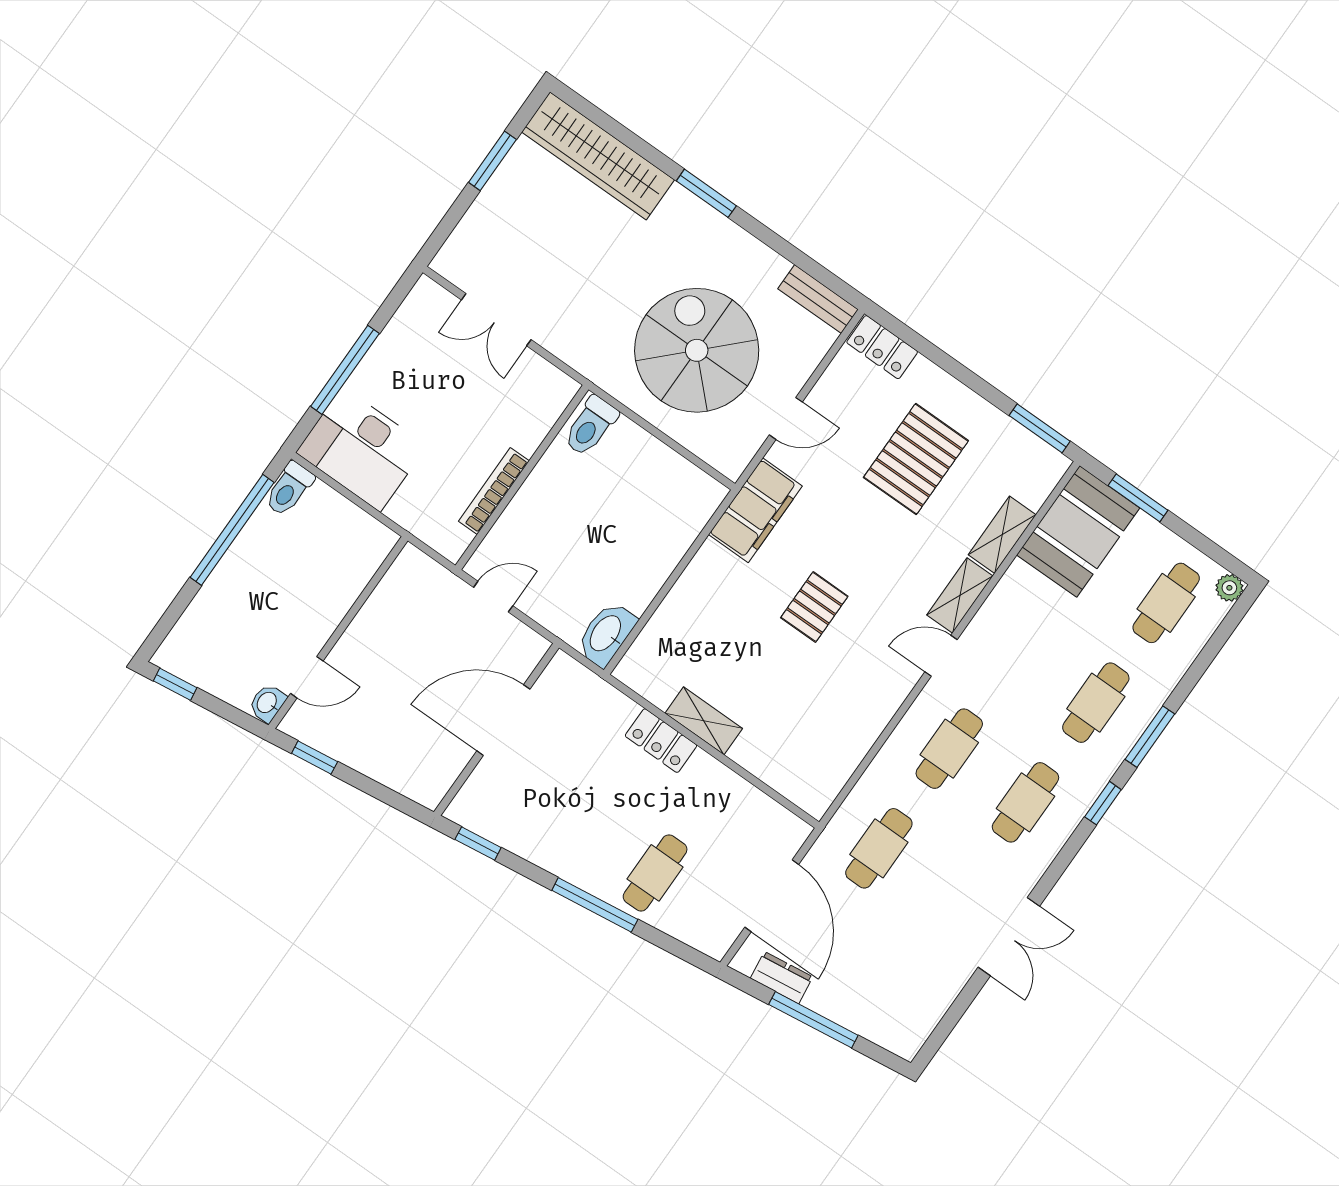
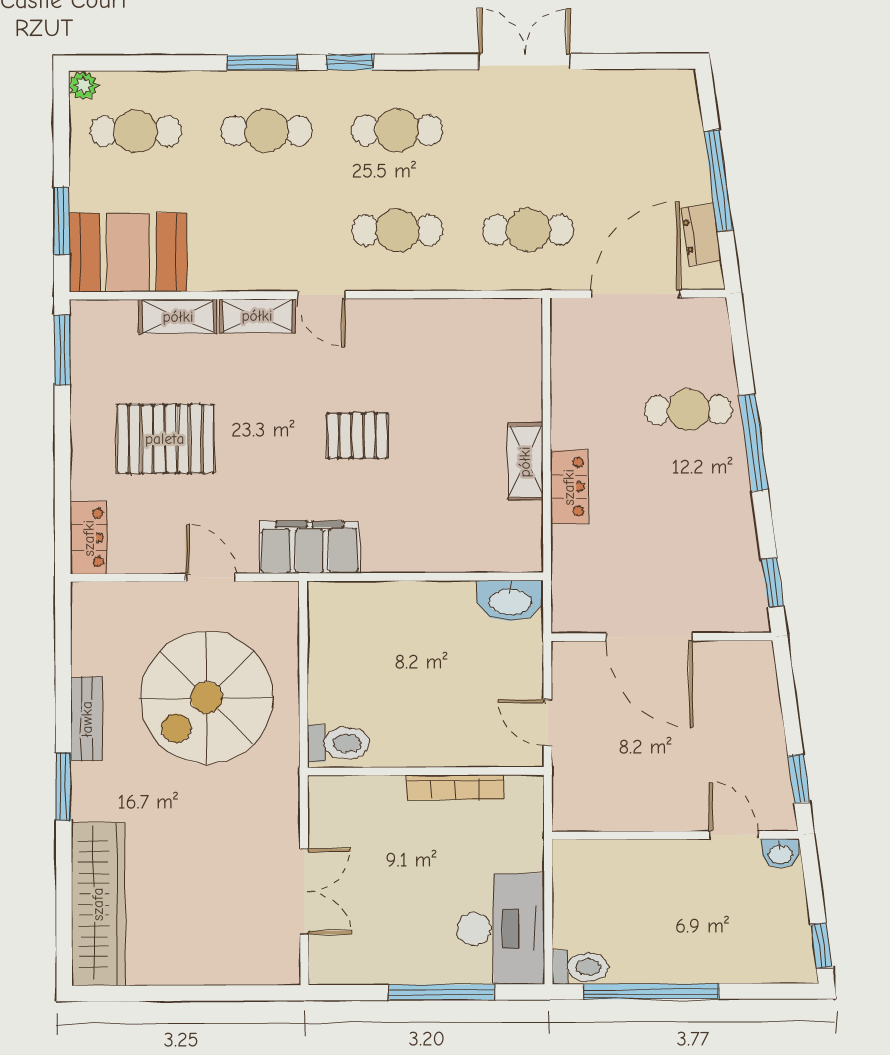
window: (492, 161) -> (168, 993), removed
bench: (818, 299) -> (87, 719), moved

